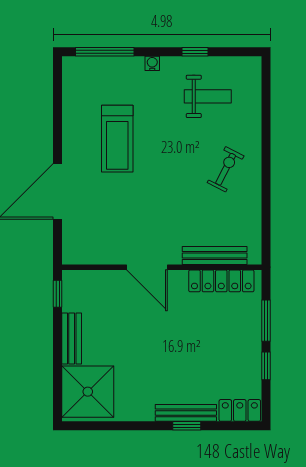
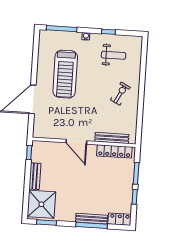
treadmill: (117, 139) -> (65, 74), width x1.37, depth x1.38
window: (100, 426) -> (46, 222), added
window: (187, 426) -> (92, 225), width x2.17

